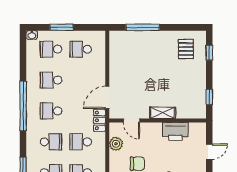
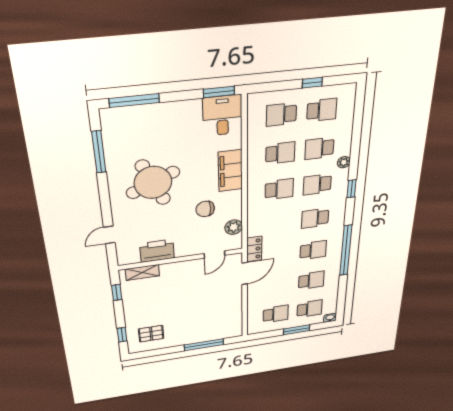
pallet: (186, 49) -> (151, 334), turned 90
shelving: (163, 113) -> (142, 272), moved
door: (131, 120) -> (214, 254), swing flipped
school desk: (81, 142) -> (278, 223), removed

